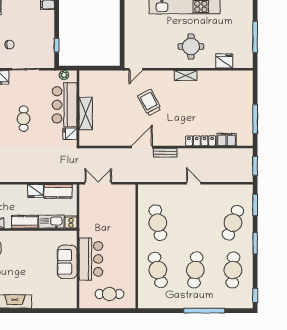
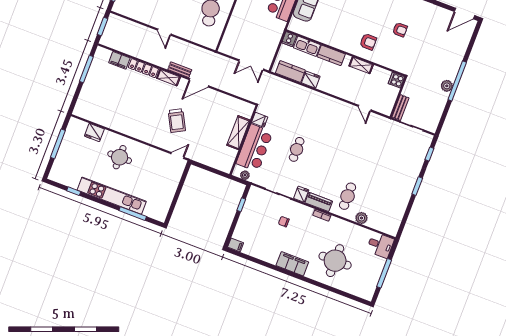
shelving: (186, 75) -> (168, 78), moved

